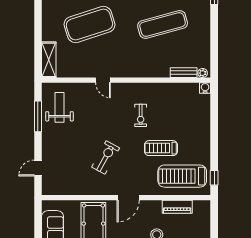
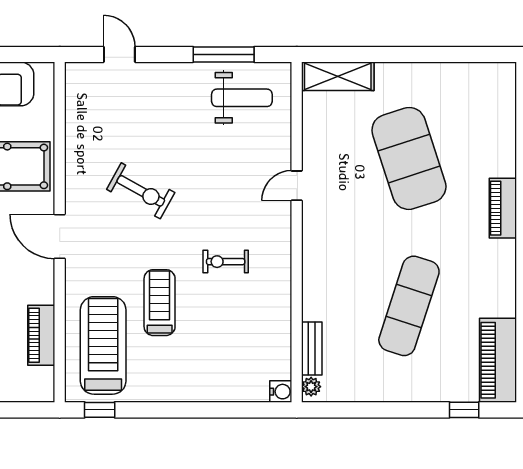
exercise mat: (163, 25) -> (409, 306), turned 33

